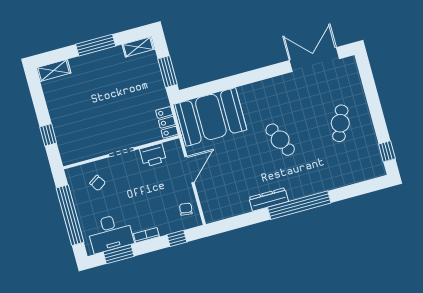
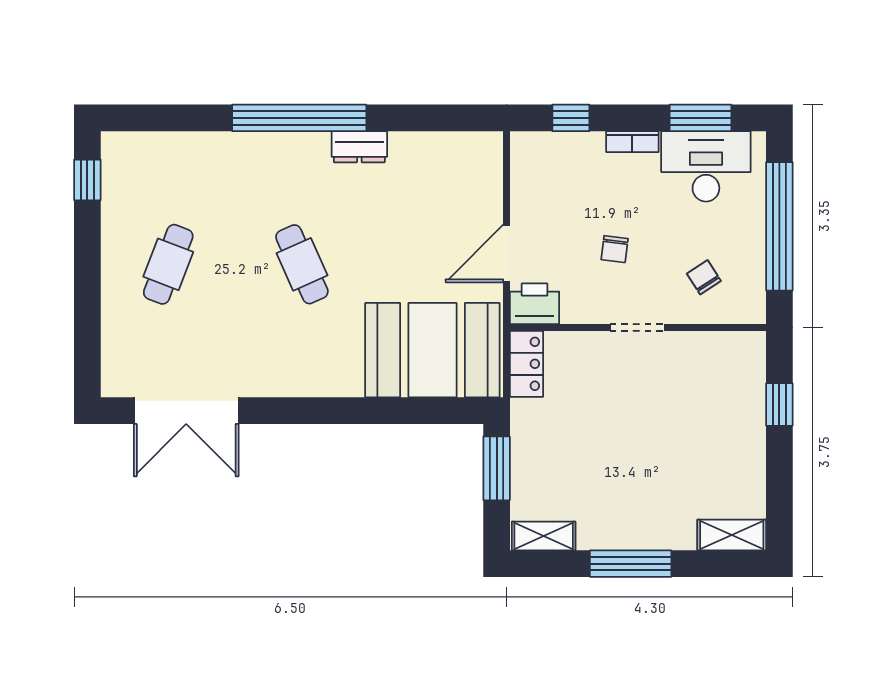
printer: (153, 155) -> (534, 304), moved
dresser: (269, 199) -> (359, 147), width x0.70
chair: (186, 209) -> (615, 249), moved

